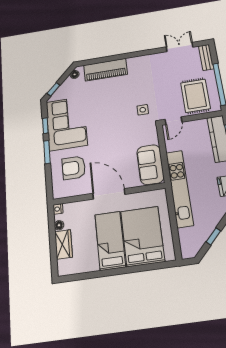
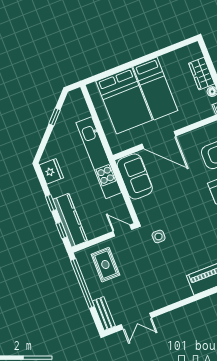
rug: (195, 96) -> (105, 265), width x0.73, depth x0.70
door: (173, 121) -> (122, 231), hinge flipped
door: (109, 194) -> (159, 140), moved

